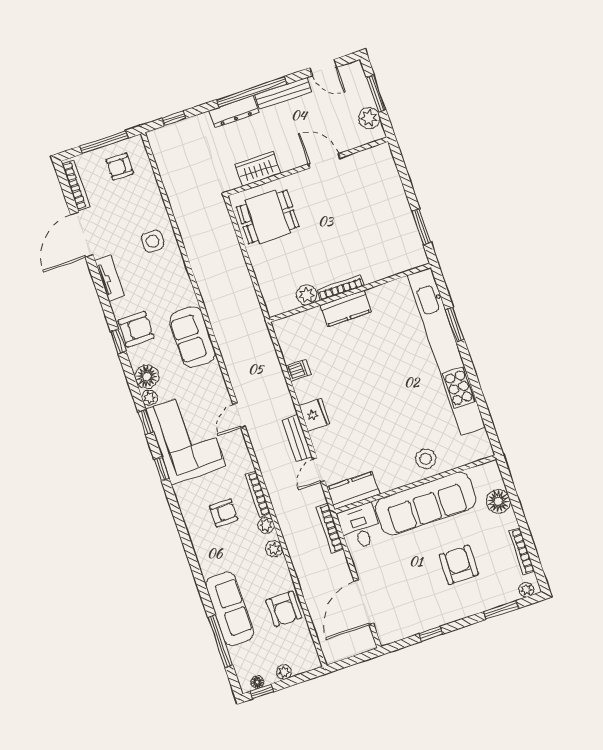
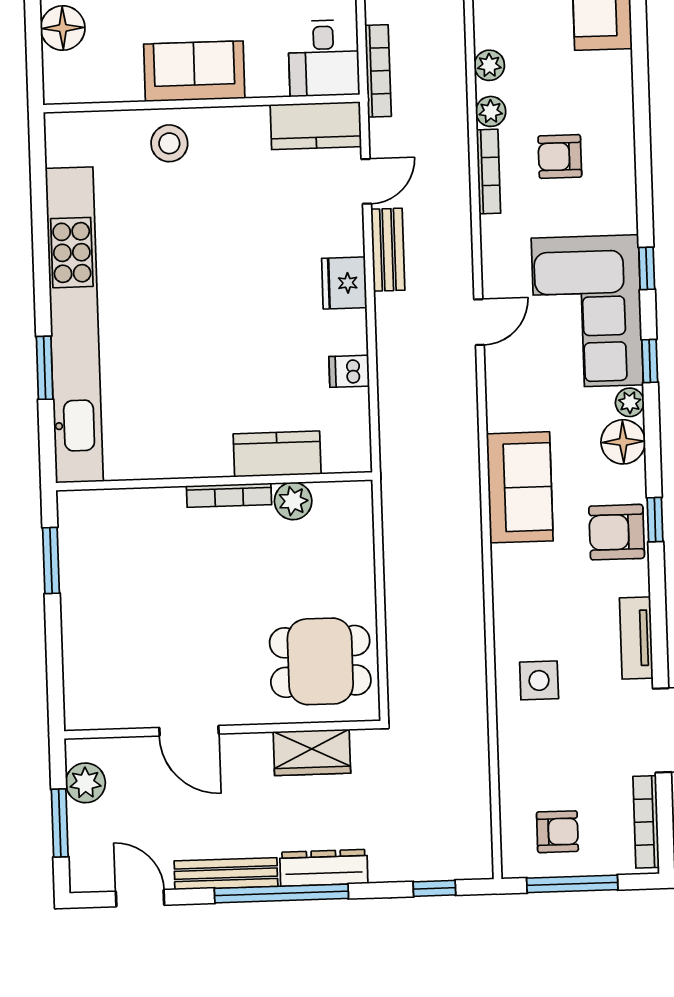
kitchen counter: (346, 308) -> (277, 454), moved
sofa: (426, 504) -> (194, 71), width x0.54, depth x0.79

